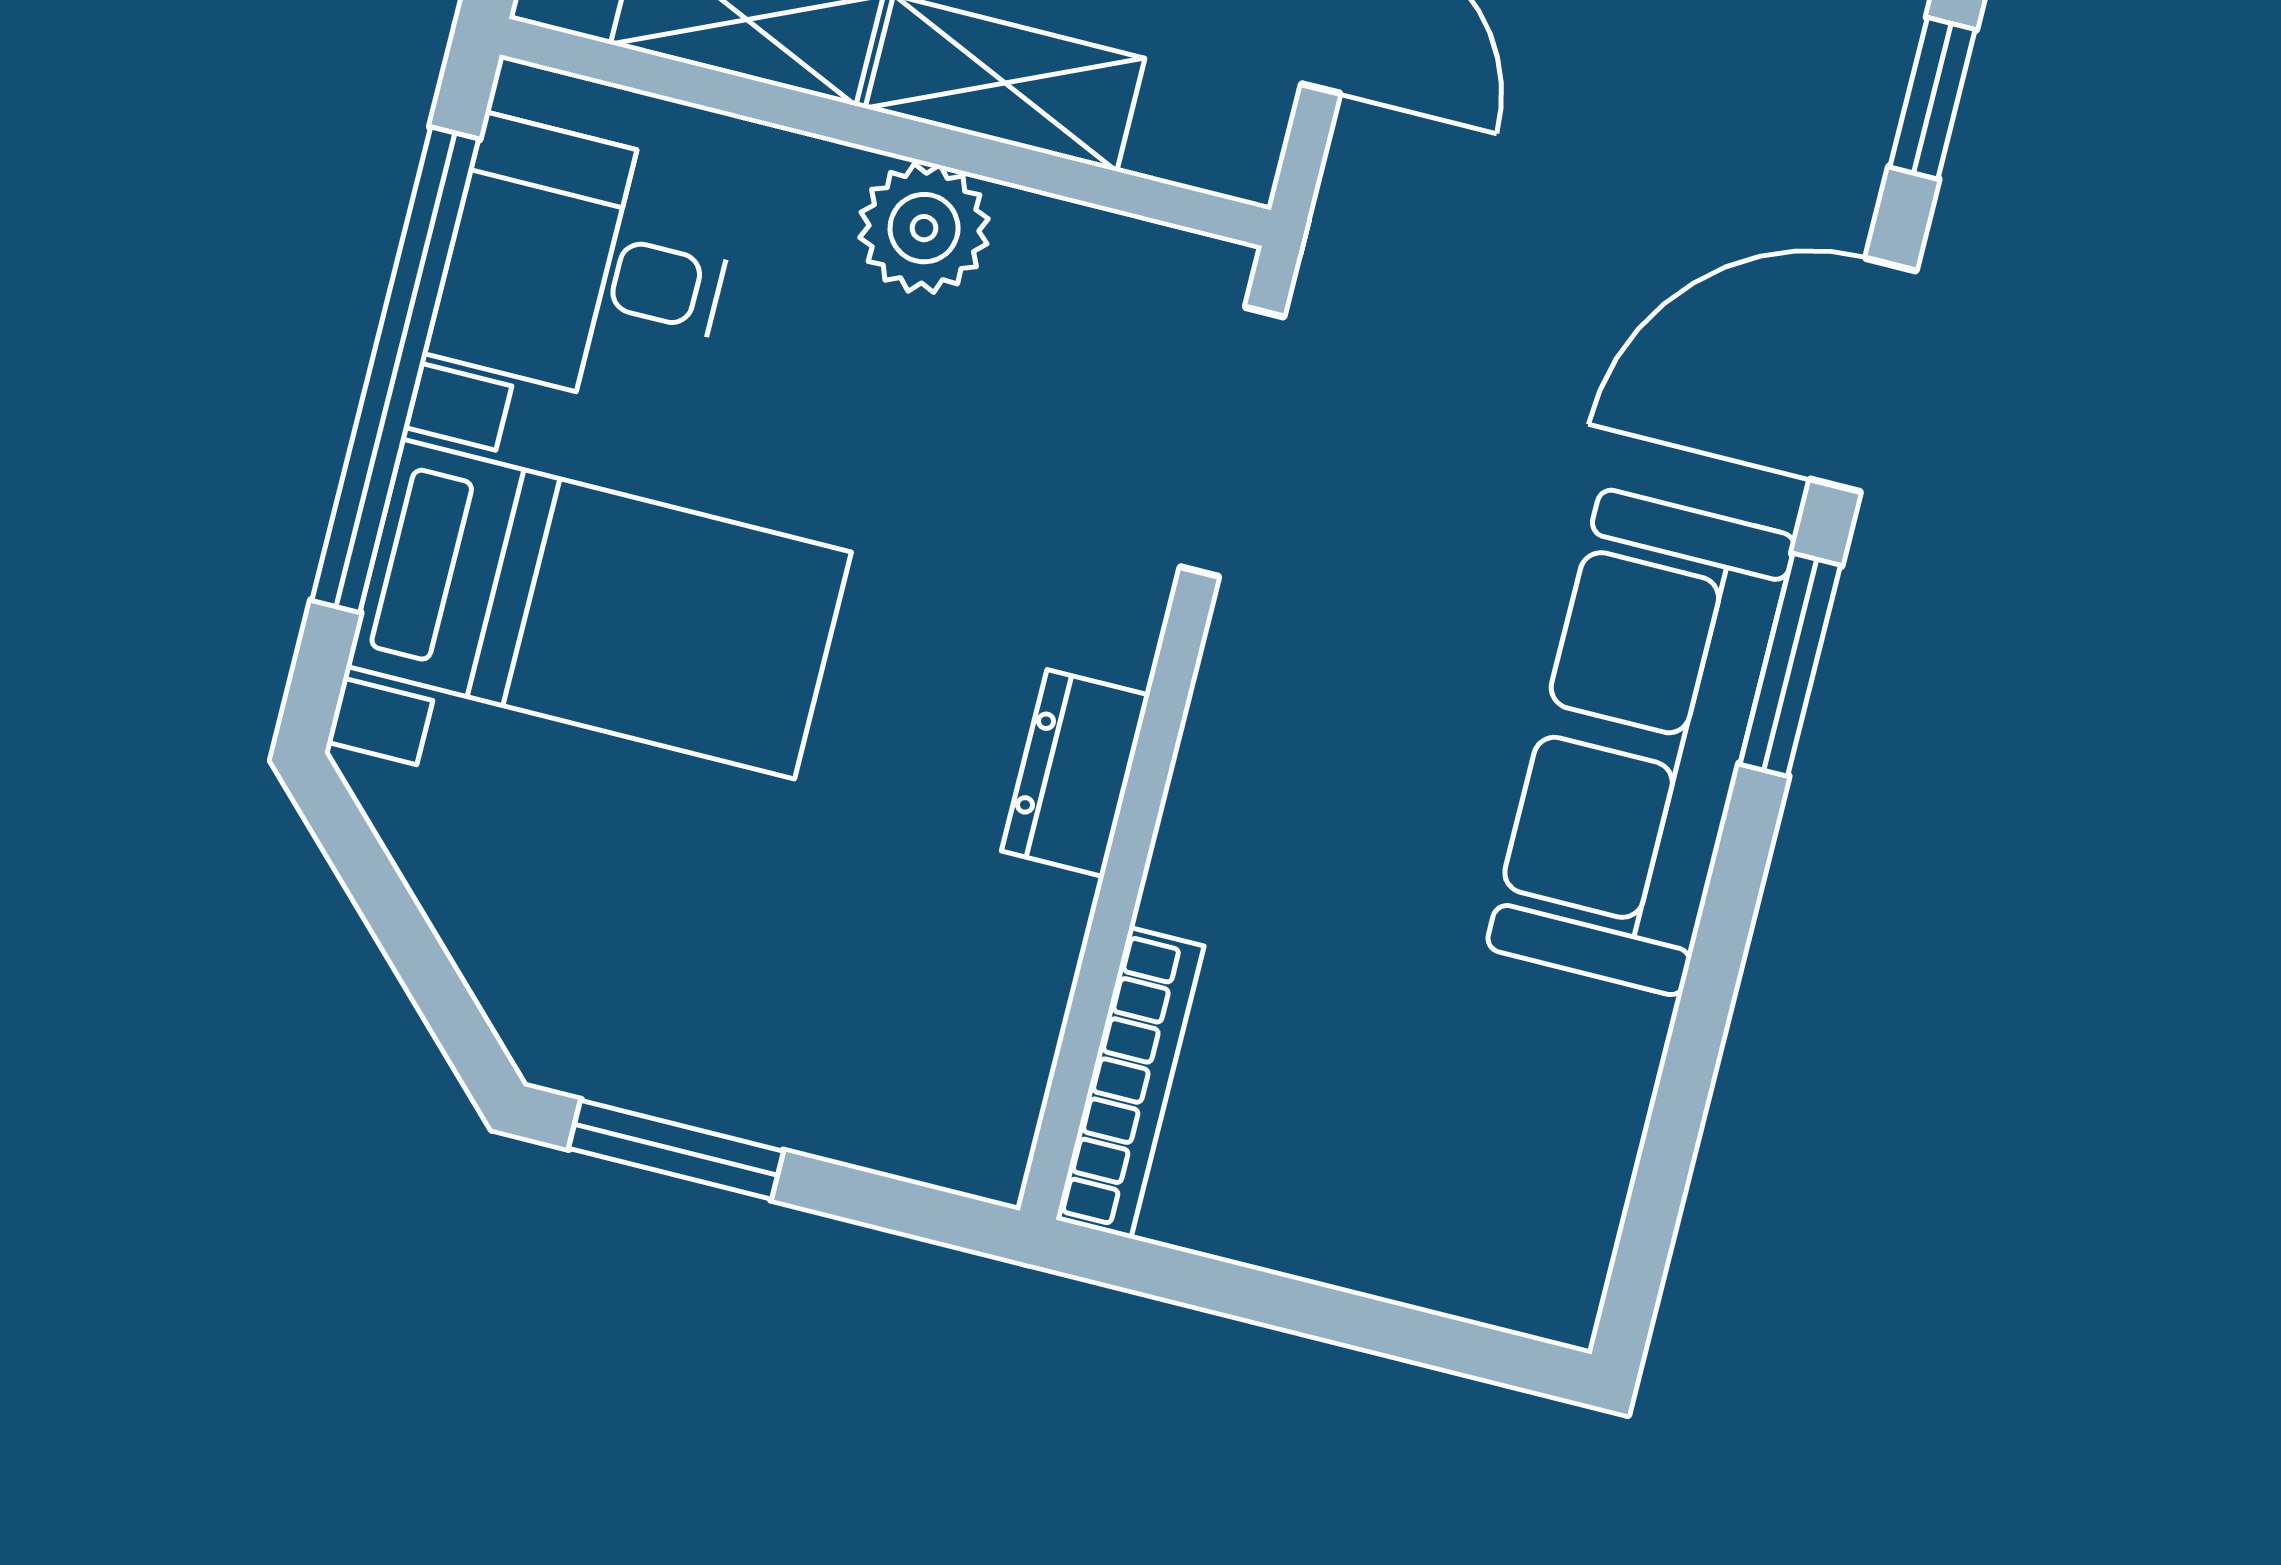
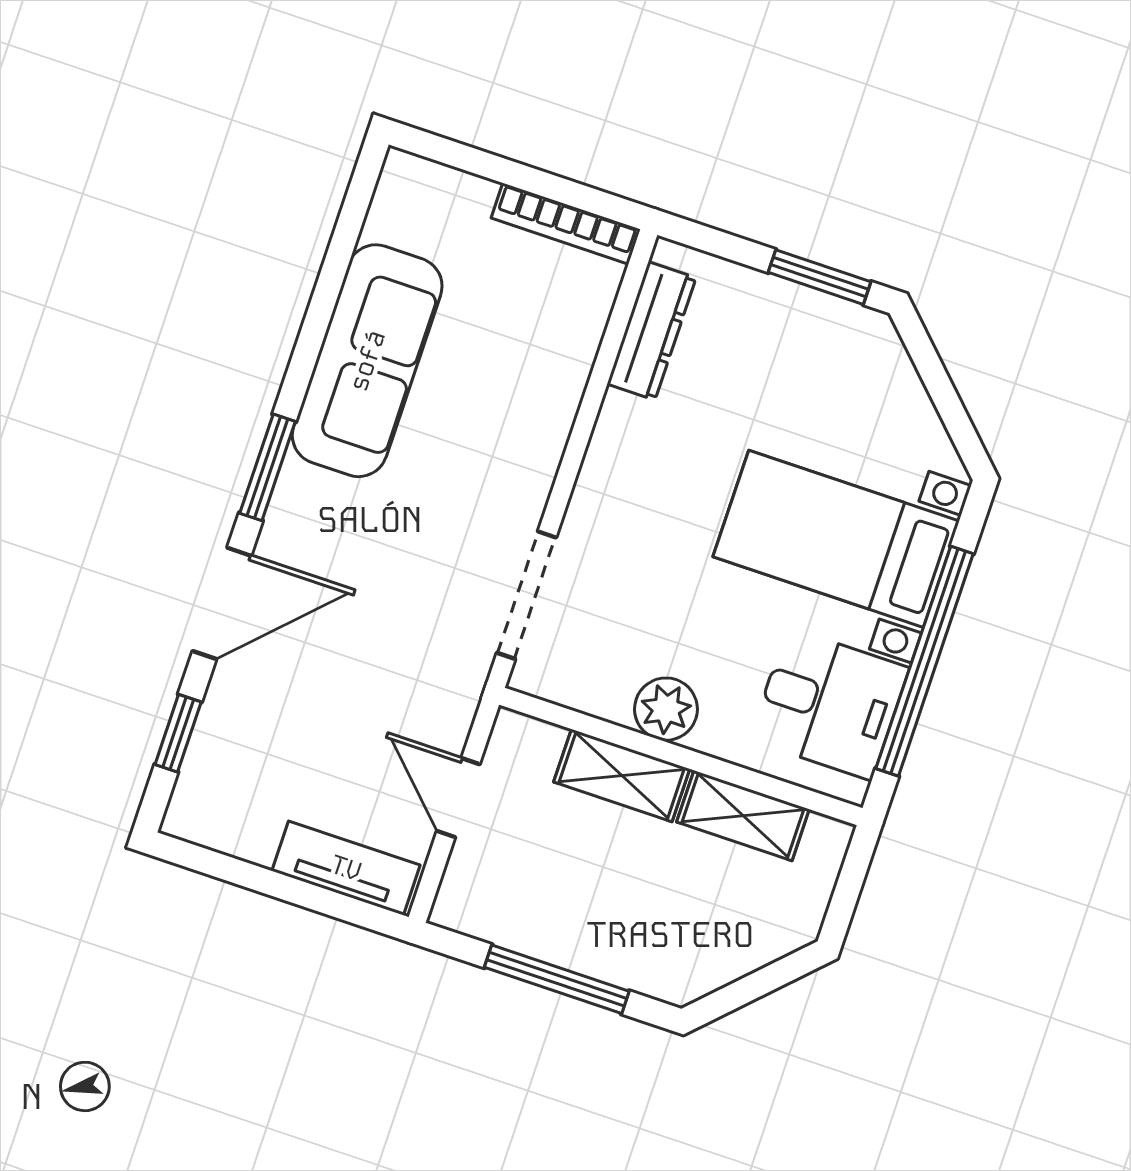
sofa: (1641, 742) -> (367, 361), moved
dresser: (1075, 773) -> (652, 331), moved, width x1.44
bookcase: (1130, 1083) -> (566, 224), moved, turned -90

